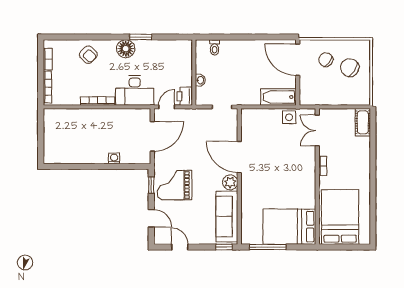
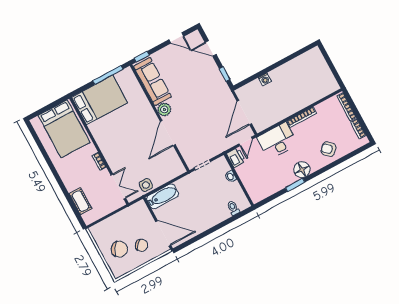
cot: (363, 122) -> (80, 201), moved
door: (239, 157) -> (168, 133), swing flipped
grand piano: (174, 185) -> (206, 84), removed

